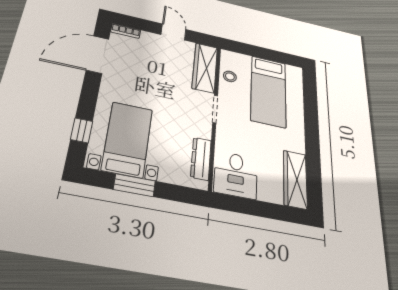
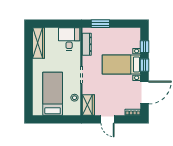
wardrobe: (205, 68) -> (88, 105), width x0.67
window: (88, 98) -> (145, 65), added
bed with nightstands: (127, 139) -> (121, 64), moved, turned 90
window: (134, 185) -> (100, 24), moved

